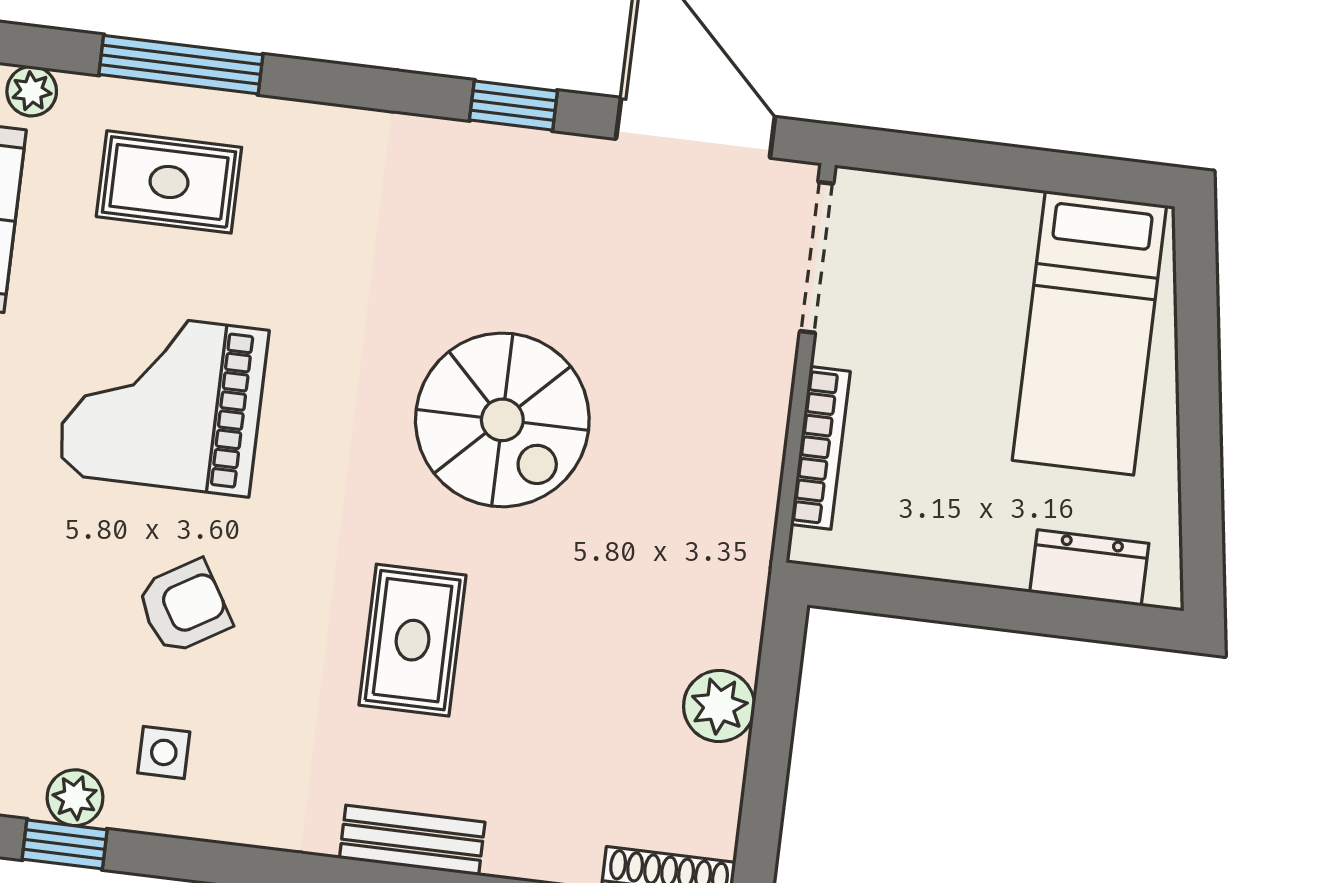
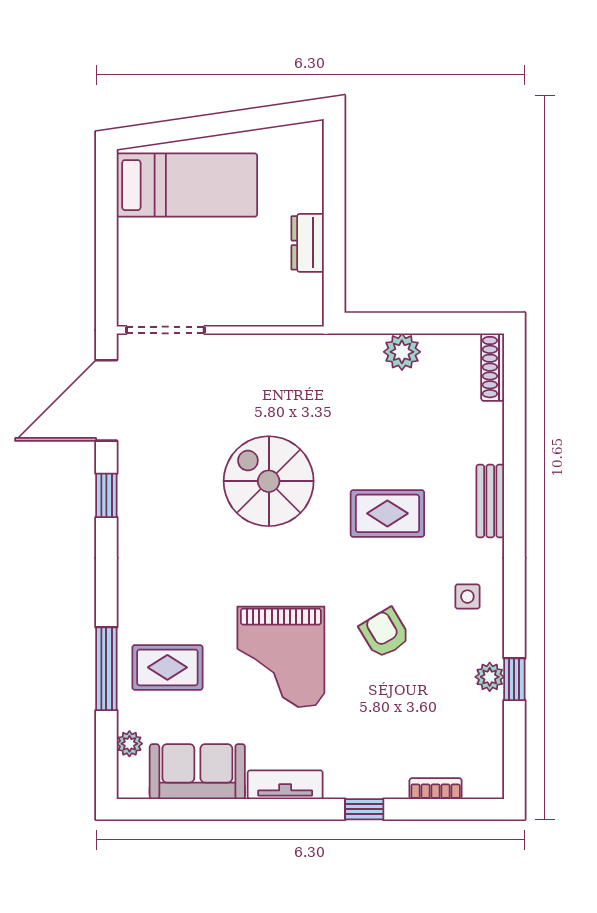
rug: (169, 182) -> (167, 667), turned 90
spiral stairs: (502, 420) -> (269, 481), turned -90
bookcase: (820, 448) -> (263, 316), removed
dresser: (1089, 568) -> (308, 243), moved
side table: (164, 752) -> (467, 597), moved

